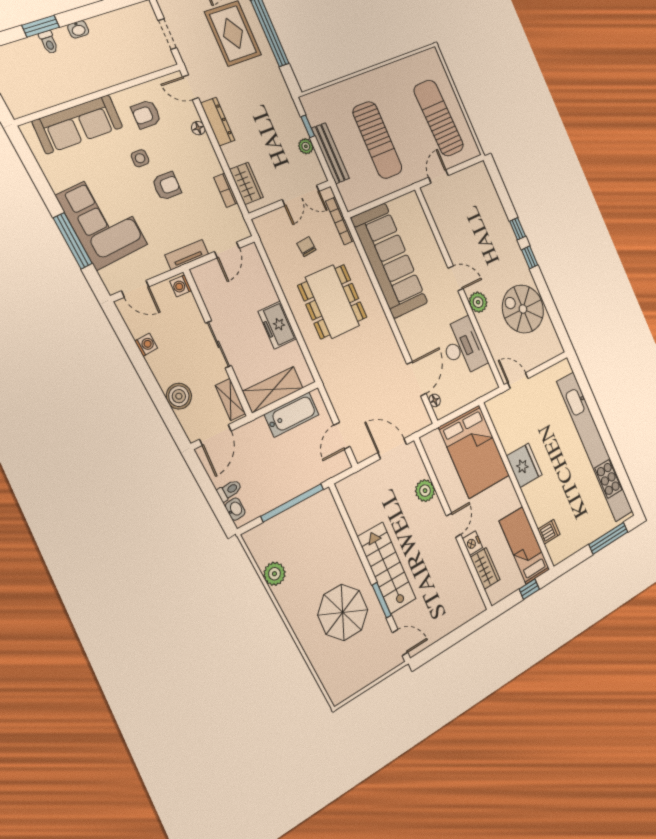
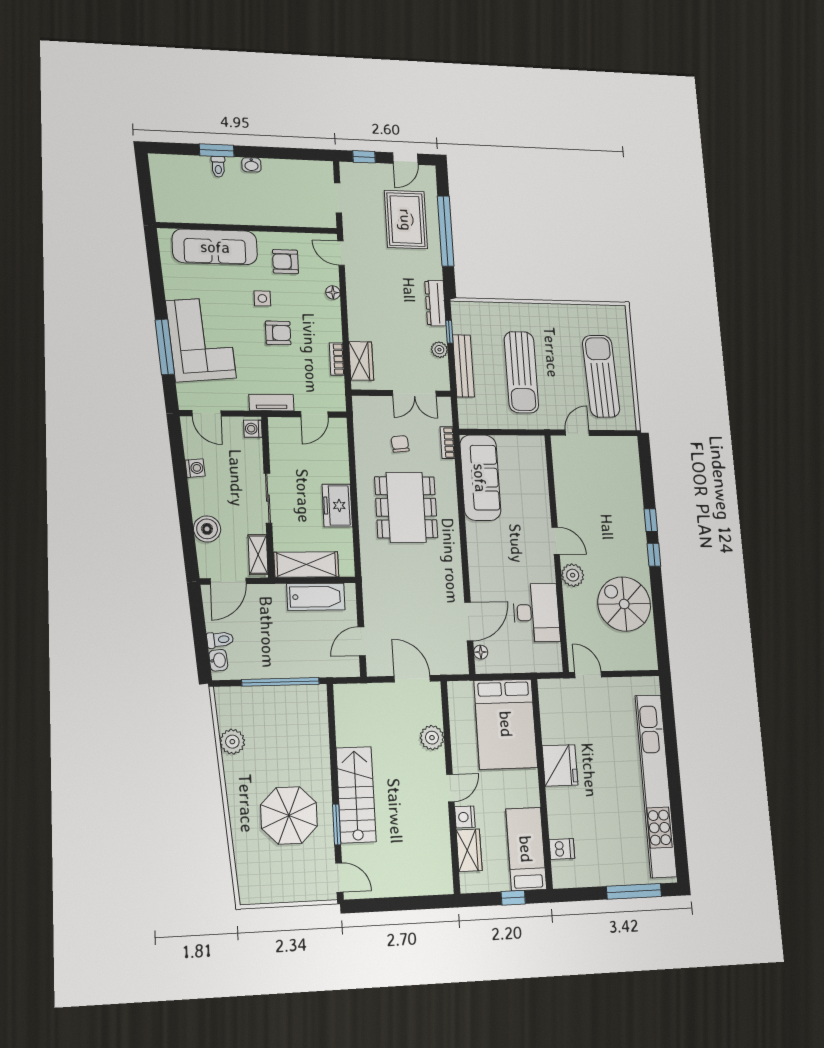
dresser: (218, 122) -> (435, 303), moved, turned 180
bookcase: (340, 221) -> (447, 443), width x0.64
sofa: (389, 261) -> (480, 478), width x0.74, depth x0.79

